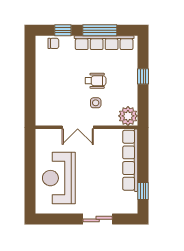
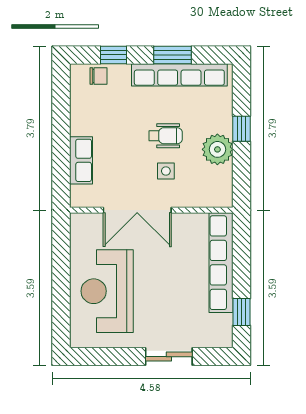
window: (100, 30) -> (172, 55), width x0.69
row of seats: (42, 96) -> (81, 160), added
plant: (128, 116) -> (217, 149), moved
double door: (78, 127) -> (137, 210), width x1.37

